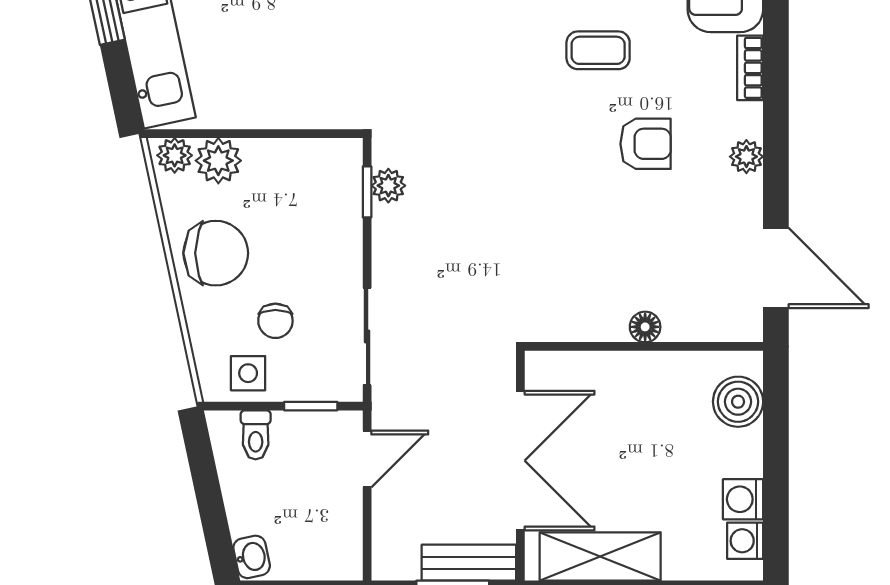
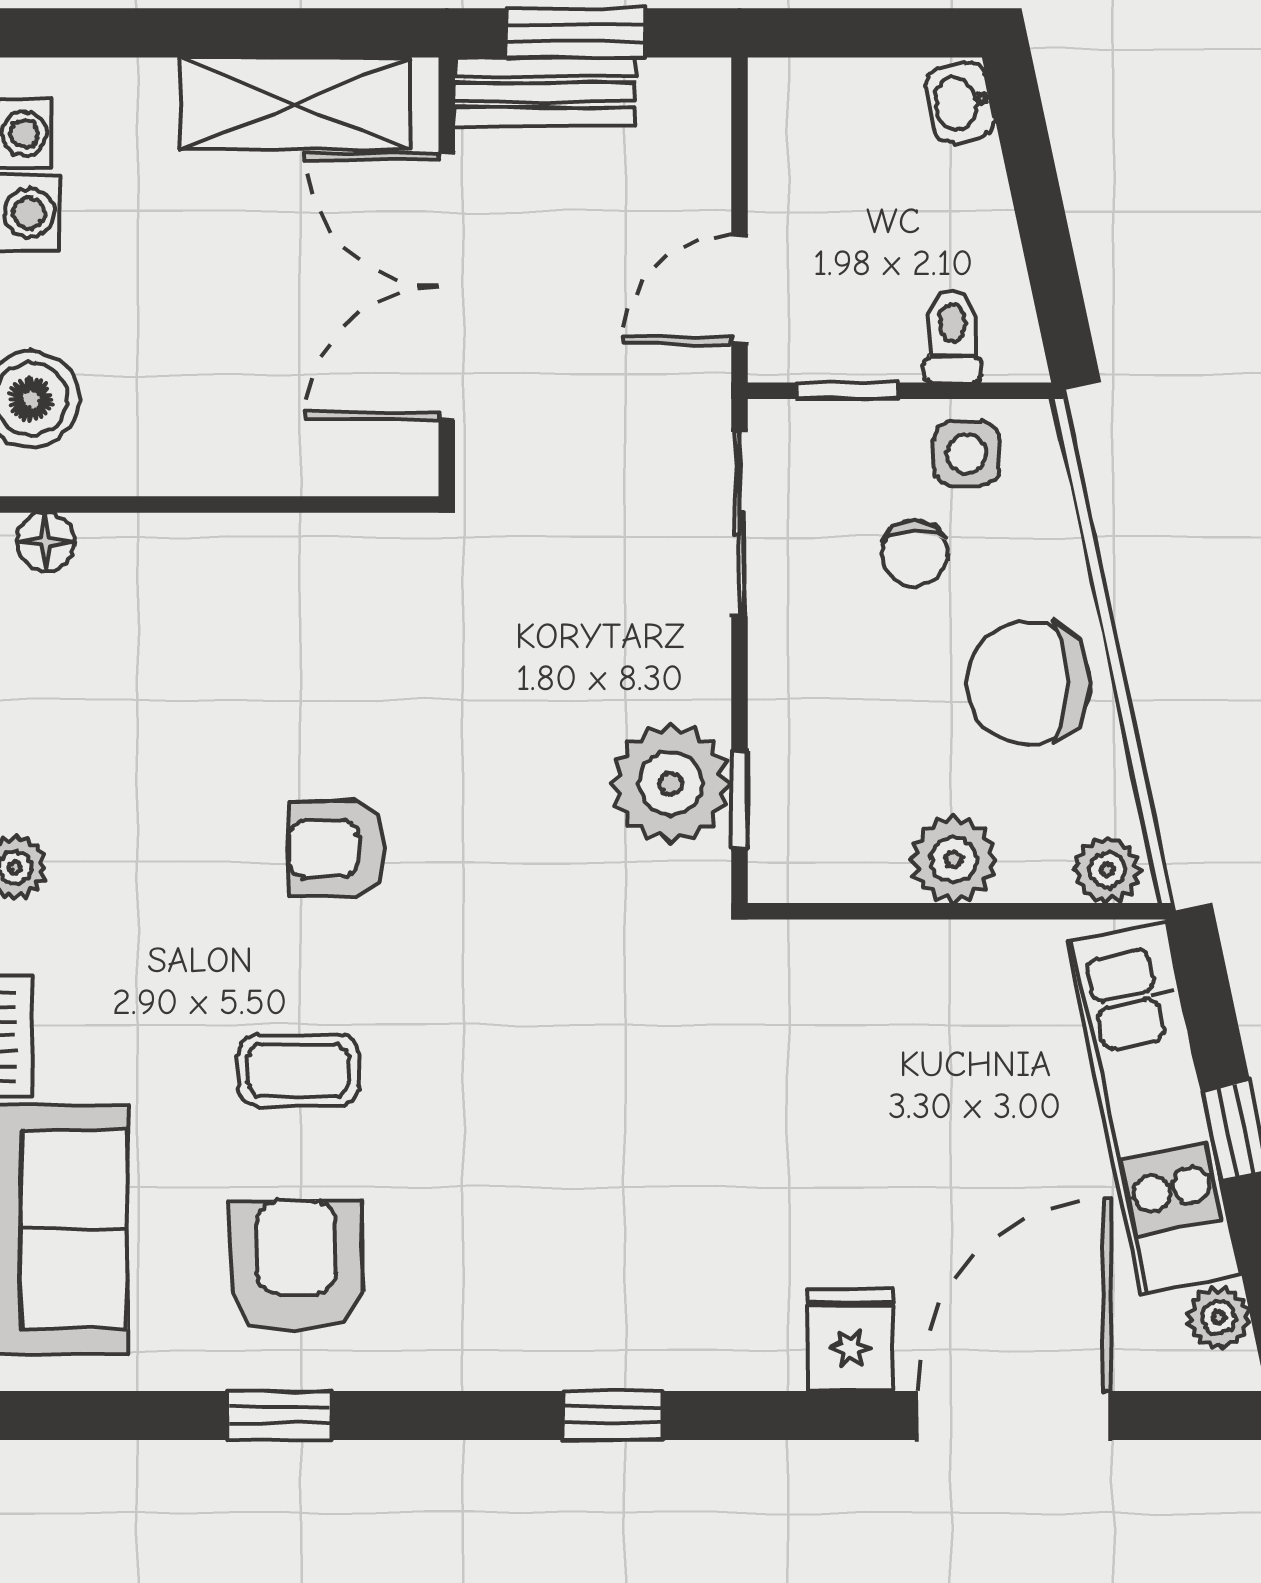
armchair: (646, 144) -> (337, 849), moved
plant: (218, 161) -> (954, 860), moved
plant: (388, 186) -> (671, 784), width x1.87, depth x1.87
chair: (275, 321) -> (914, 554), turned 180
floor lamp: (645, 327) -> (45, 542), moved

